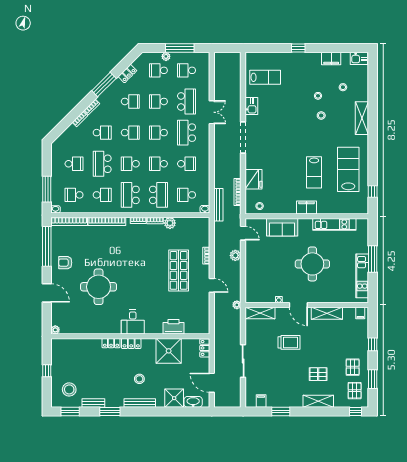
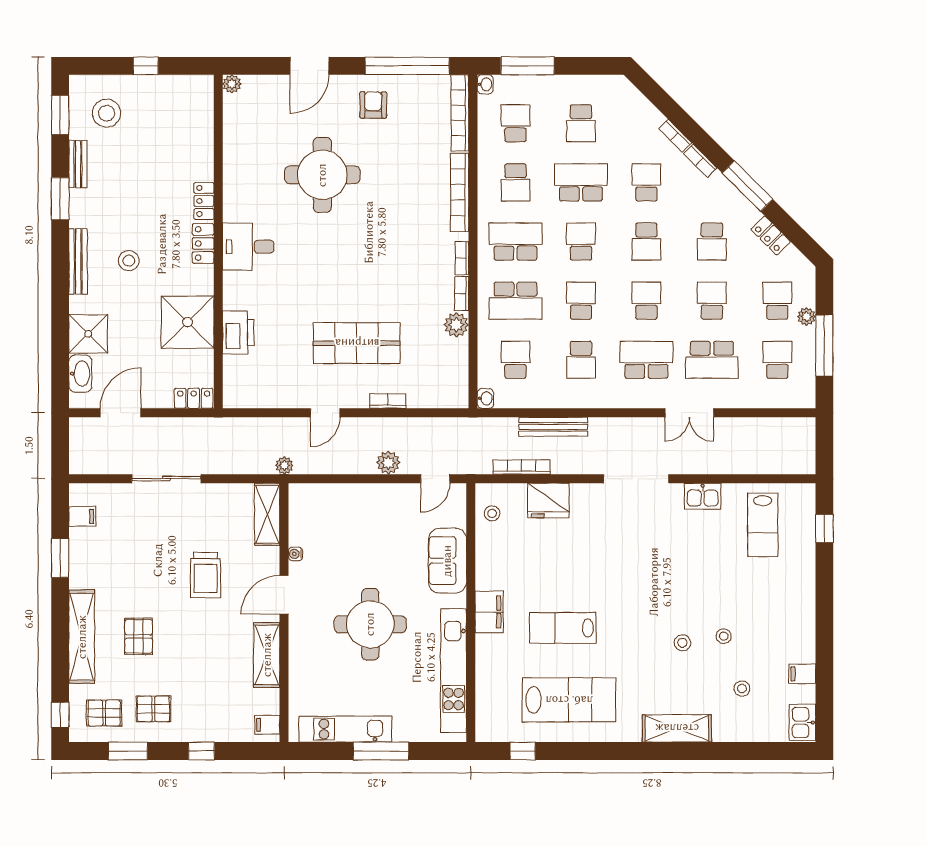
window: (298, 48) -> (824, 528), moved
filing cabinet: (331, 58) -> (802, 674), width x0.50
school desk: (102, 133) -> (646, 182), turned 180
bench: (218, 205) -> (553, 427), moved
kitchen unit: (334, 224) -> (454, 671), width x1.36
shelving: (318, 401) -> (82, 637), width x1.47

